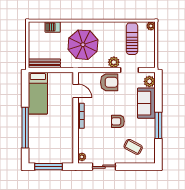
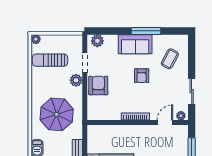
door: (76, 91) -> (165, 123), moved
sofa: (146, 103) -> (135, 44), moved

